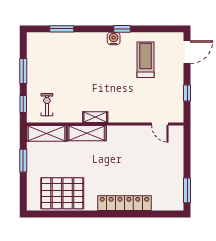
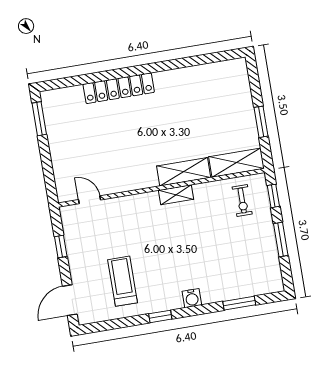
water cooler: (114, 39) -> (192, 298), moved
treadmill: (146, 60) -> (123, 281), turned 180
pallet: (62, 193) -> (203, 88), removed

